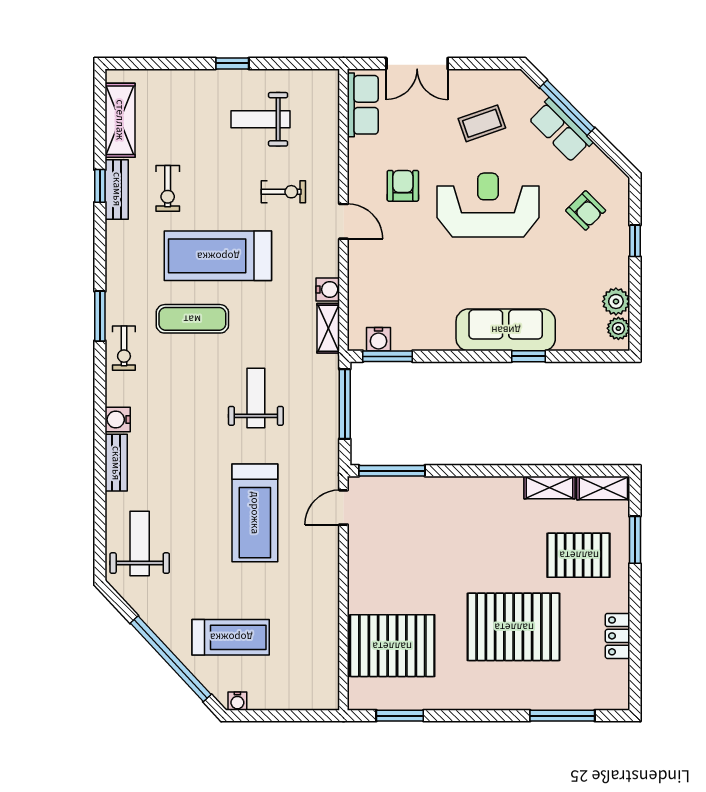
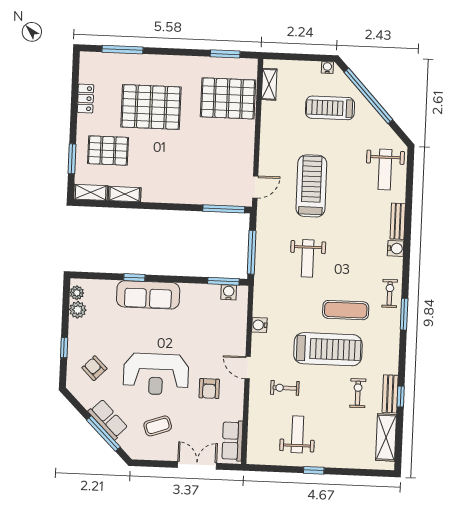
weight bench: (260, 119) -> (297, 434), turned -90
shelving: (328, 328) -> (269, 84), moved

